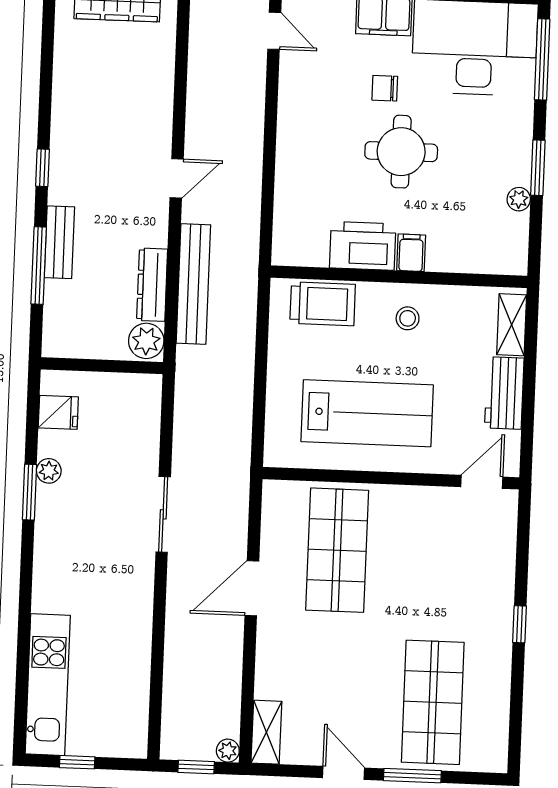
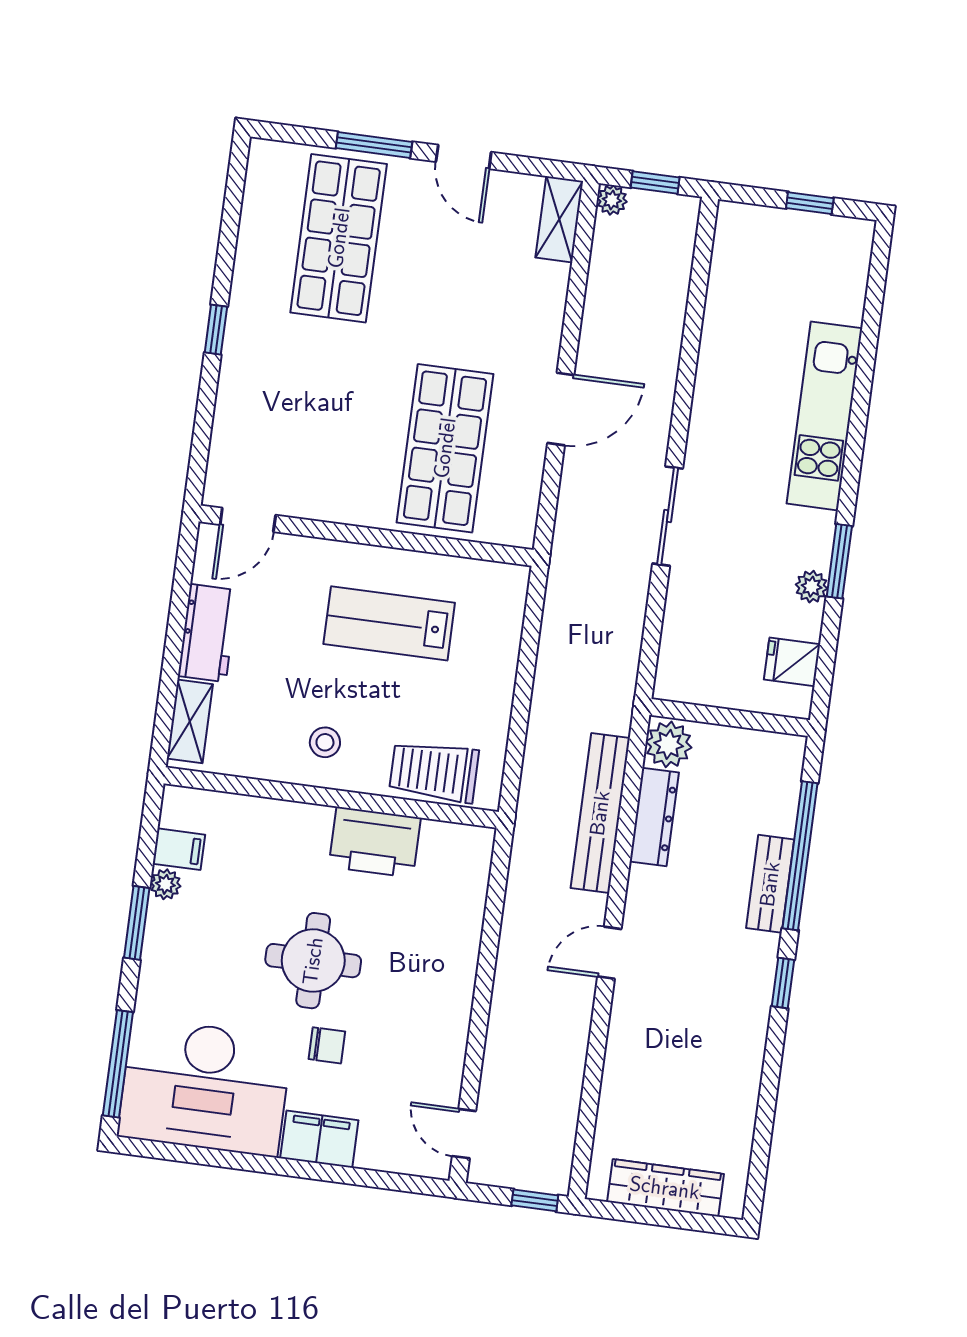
filing cabinet: (411, 253) -> (179, 849), moved, turned -90
window: (39, 266) -> (800, 856), width x1.46
lab bench: (367, 413) -> (389, 623), width x0.73, depth x0.72
kitchen unit: (48, 685) -> (824, 416), moved

